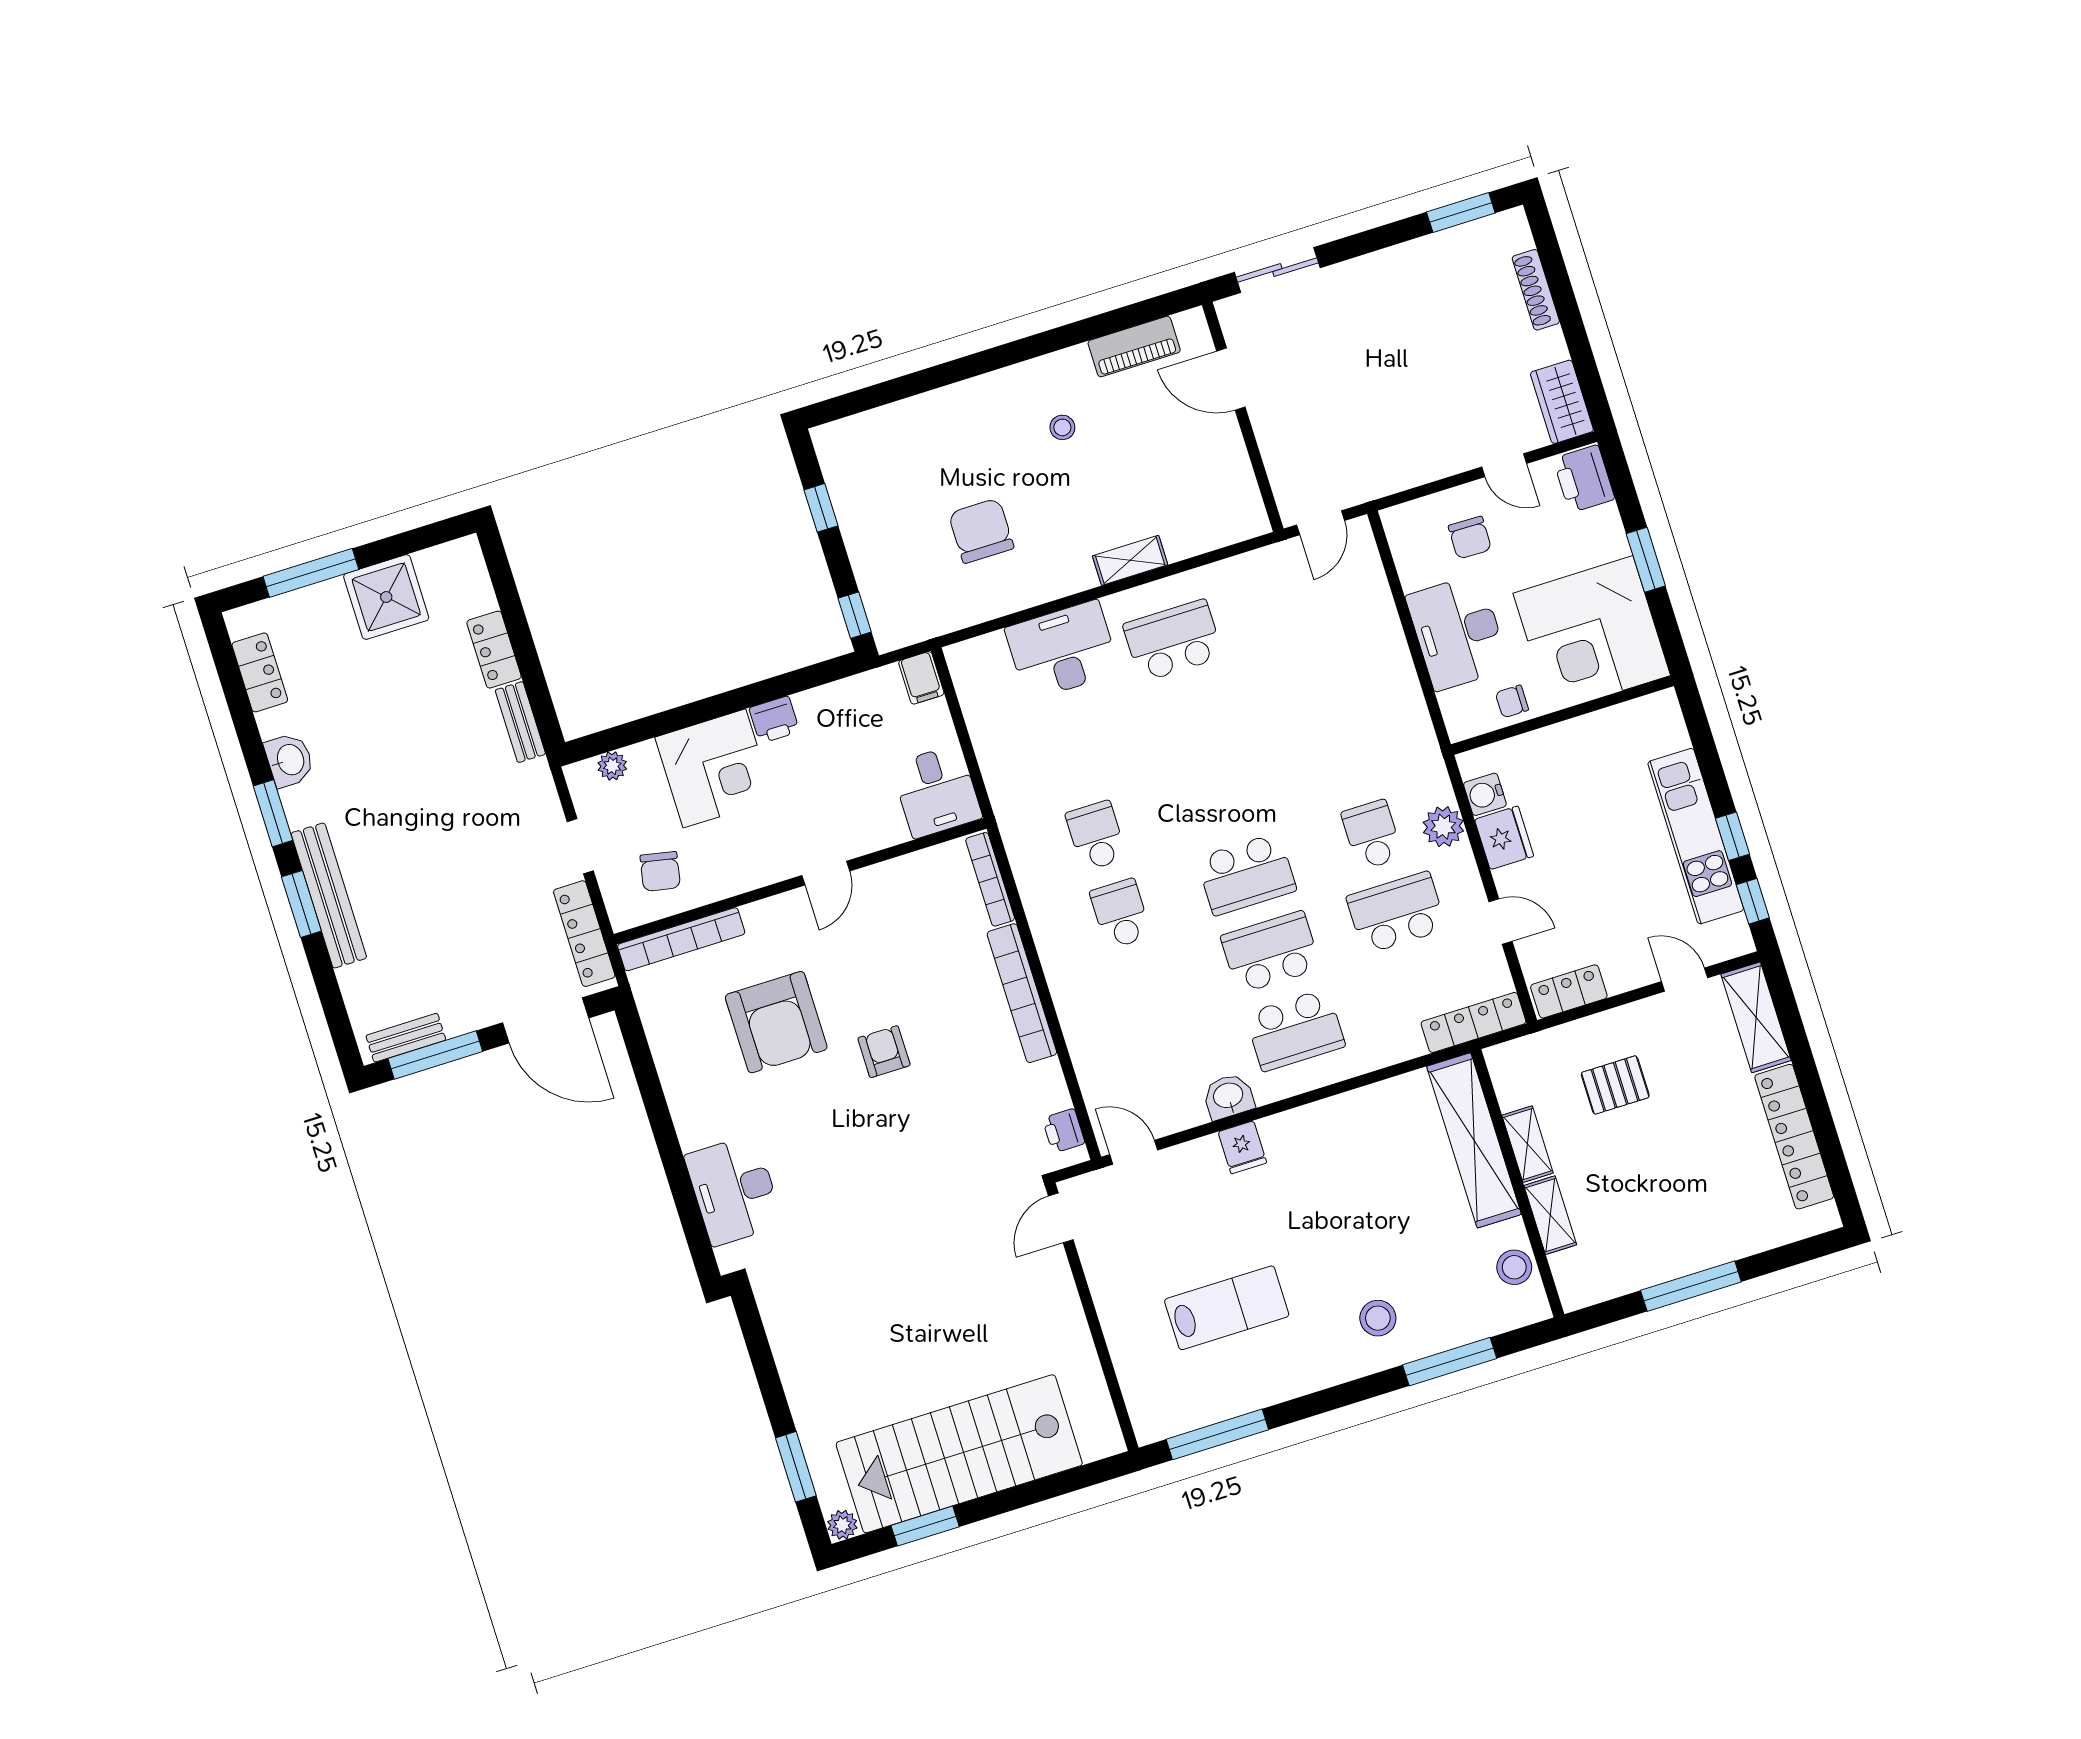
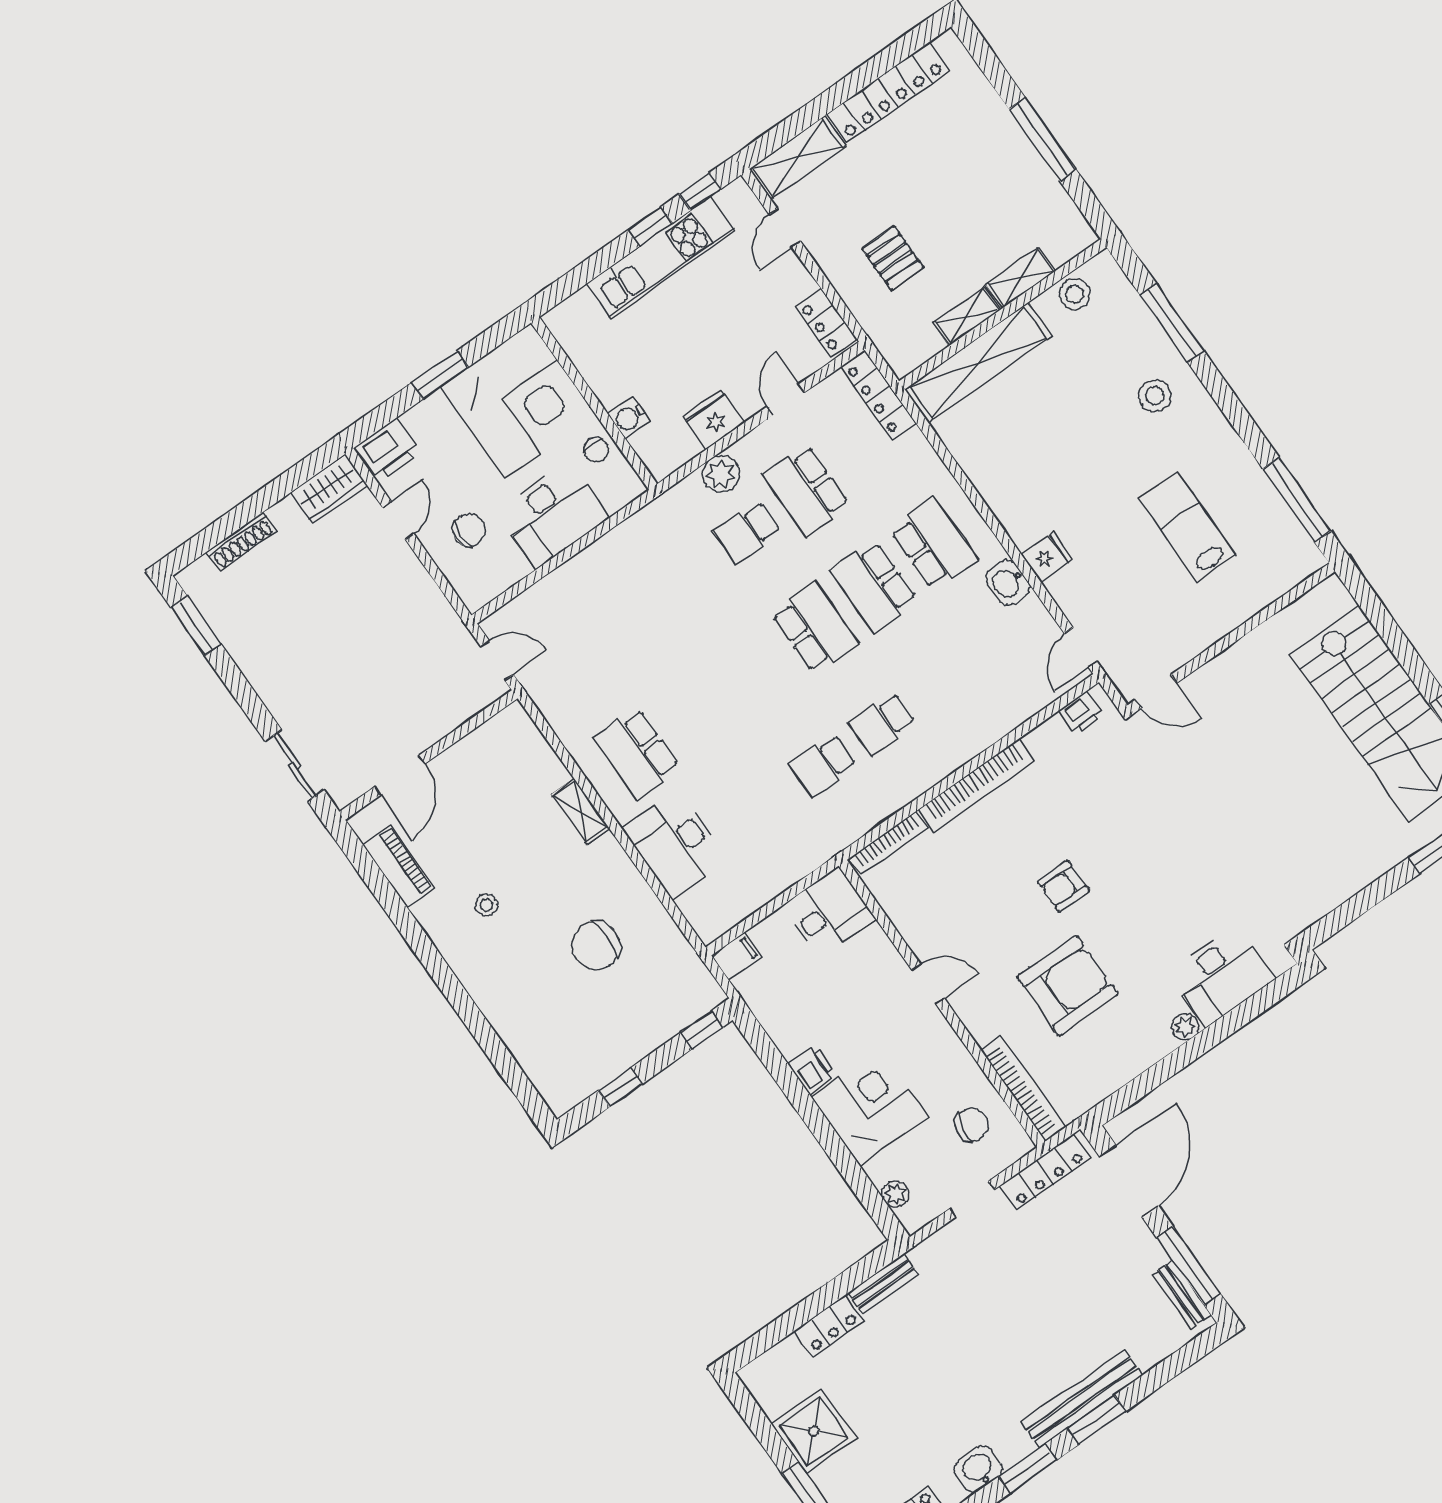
water cooler: (1485, 794) -> (629, 418), moved, turned 90
plant: (692, 1134) -> (1185, 1027), added

